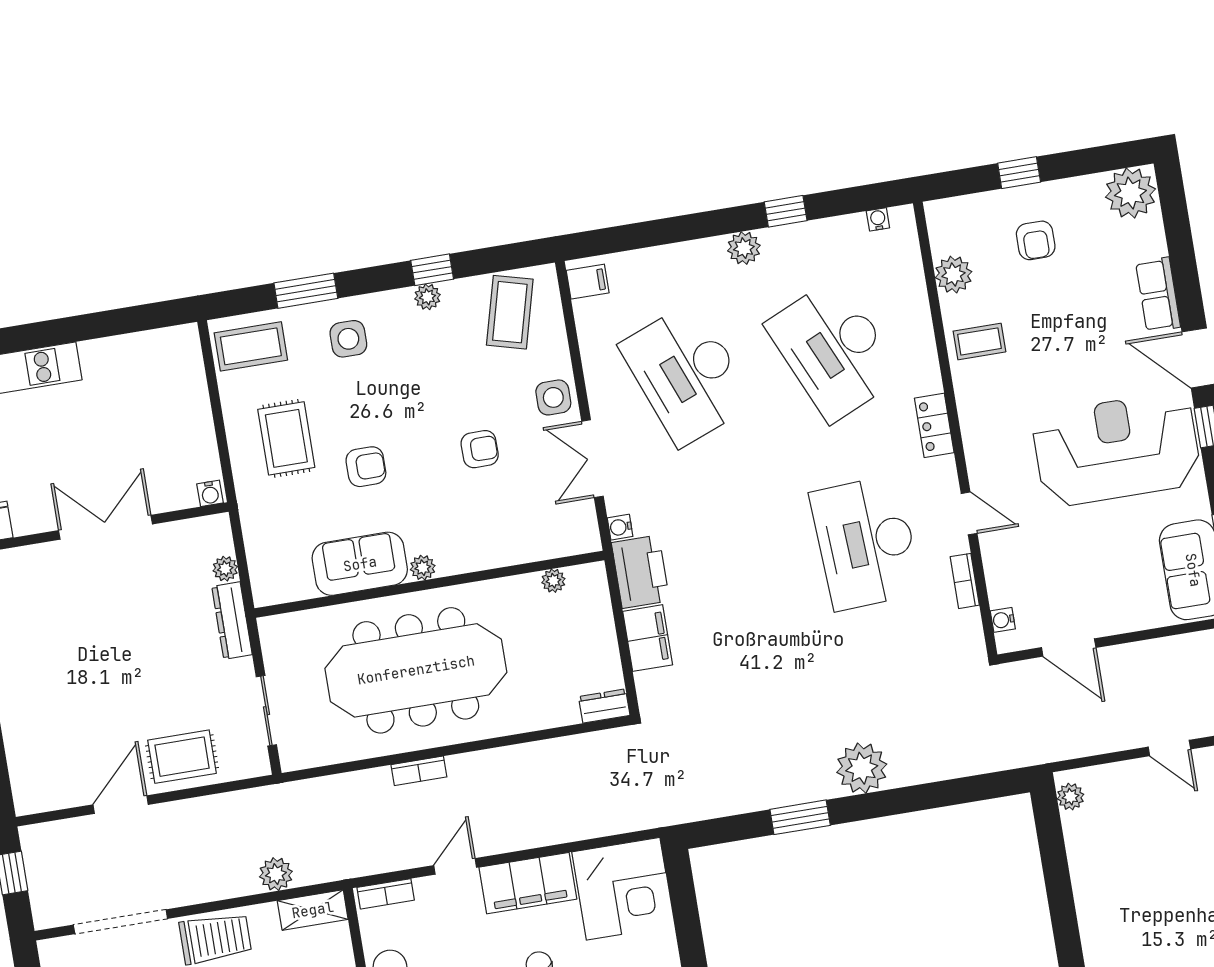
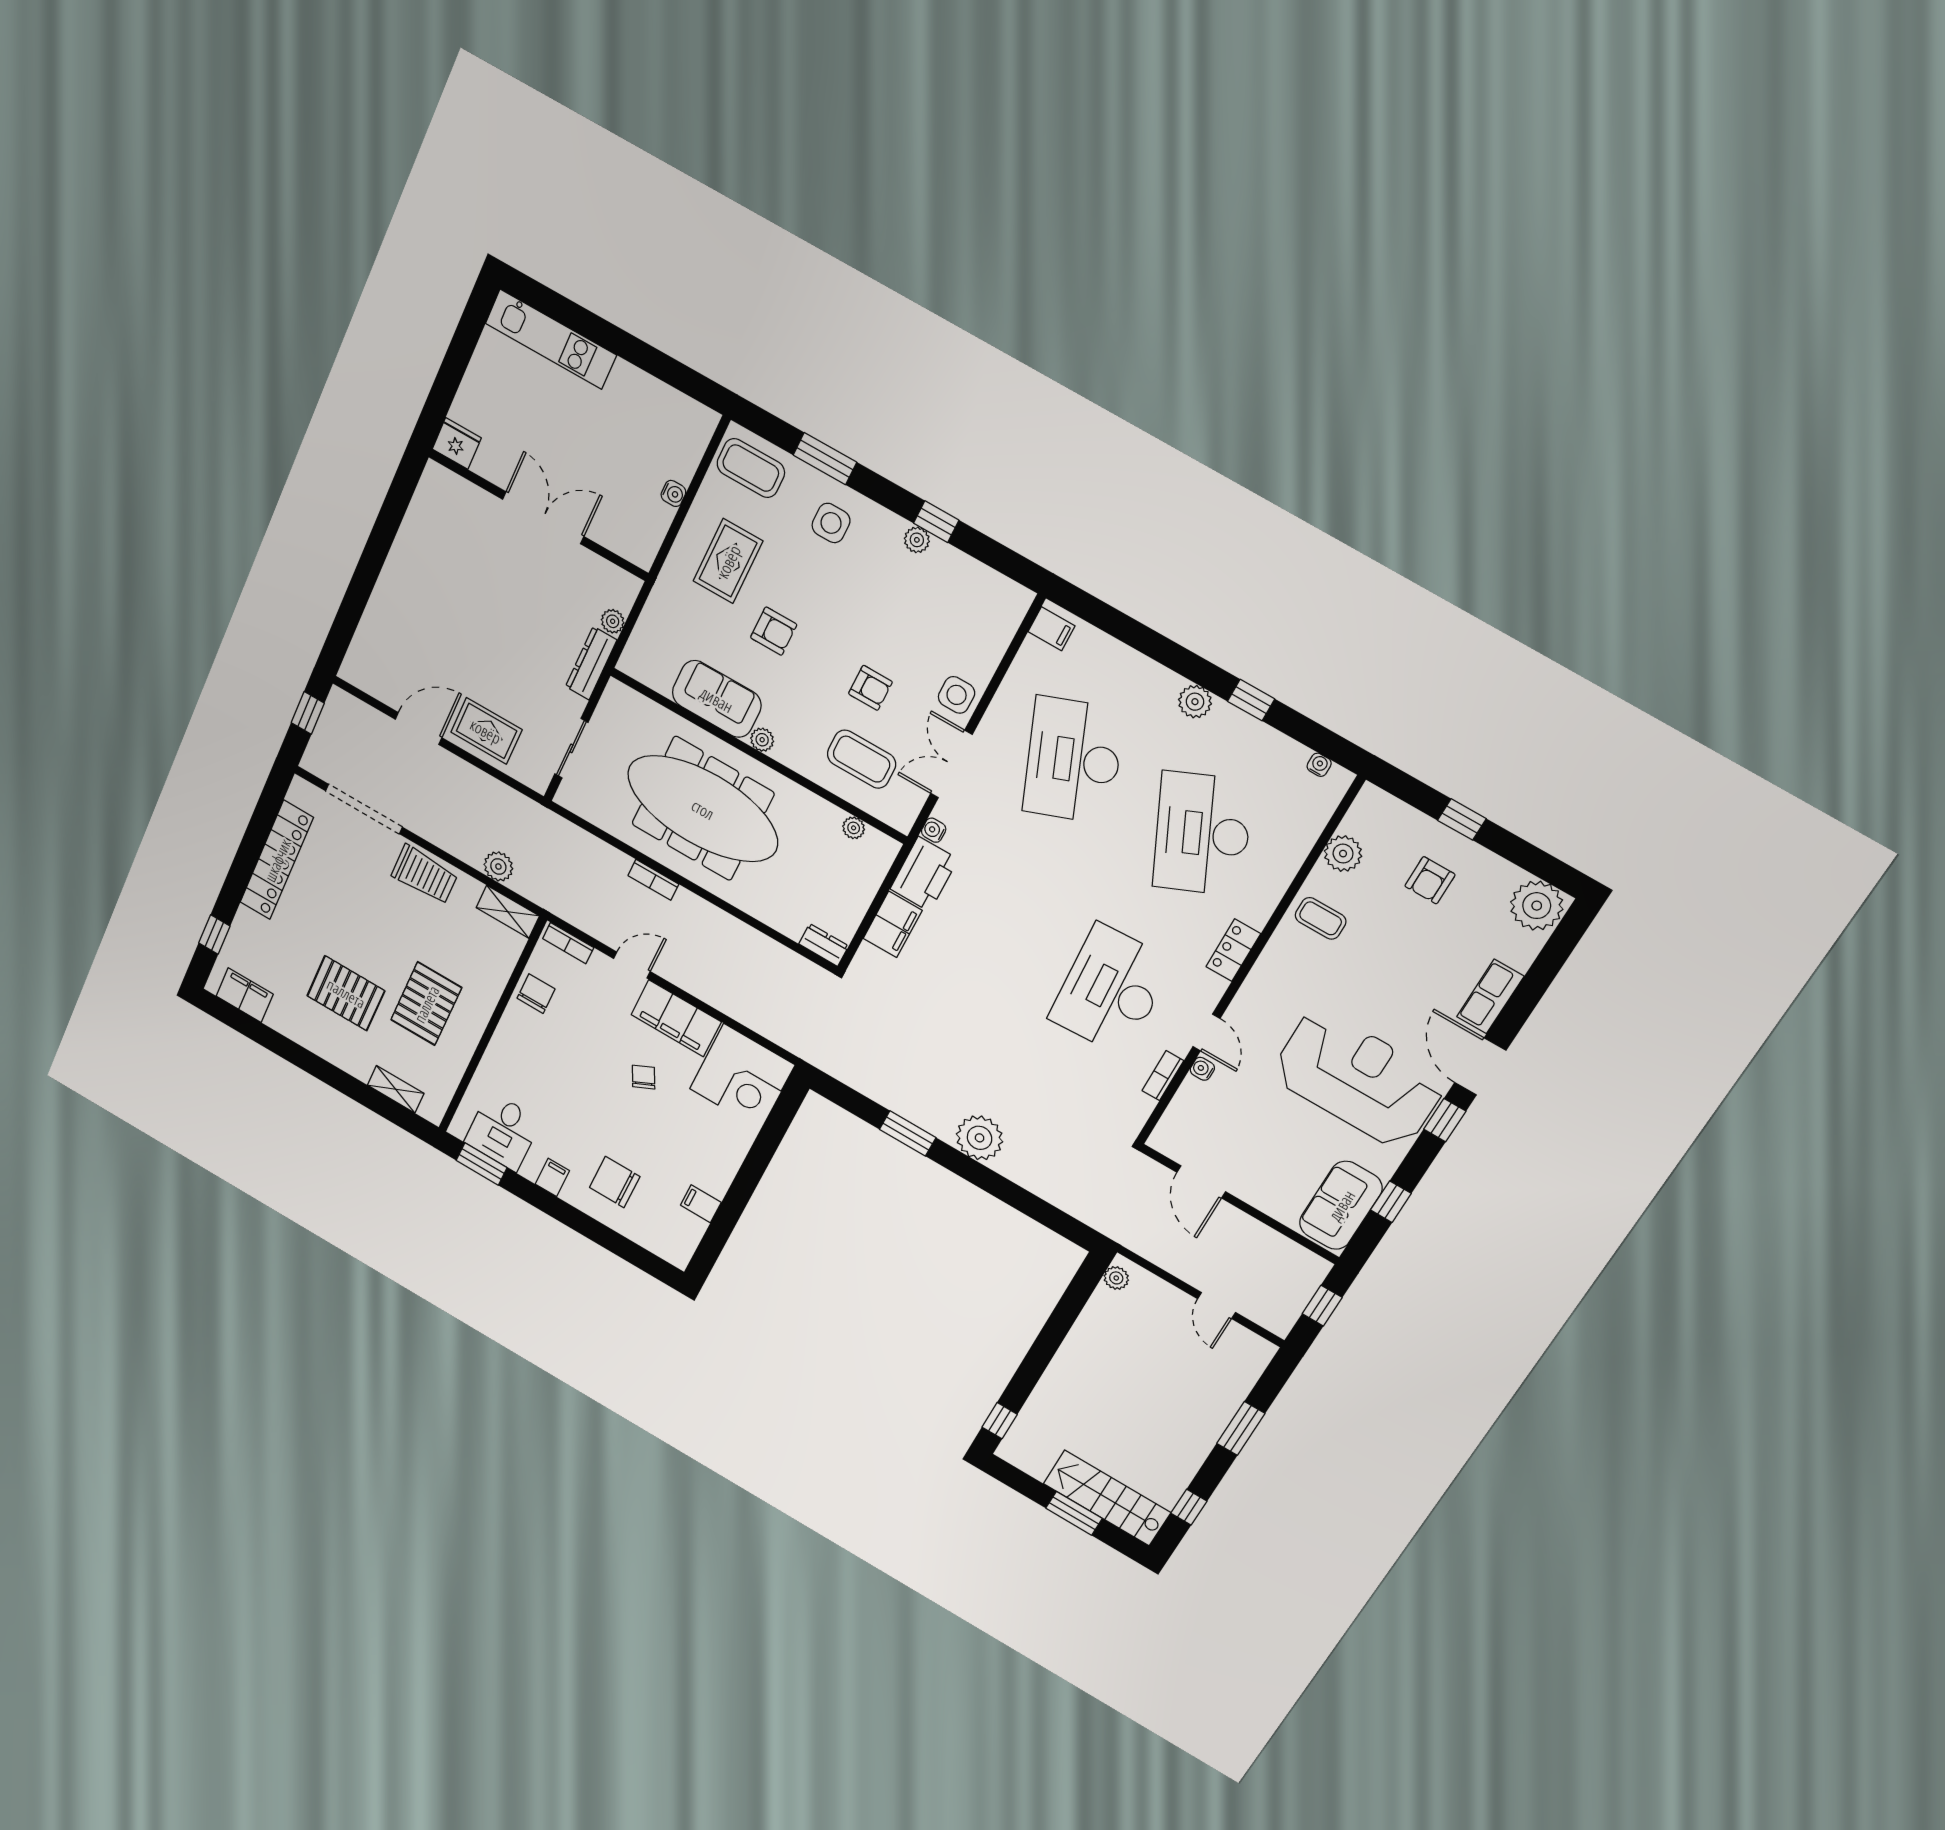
coffee table: (510, 312) -> (862, 759), moved, turned 75
water cooler: (210, 493) -> (673, 493), moved, turned -90
water cooler: (1003, 620) -> (1202, 1069), moved

